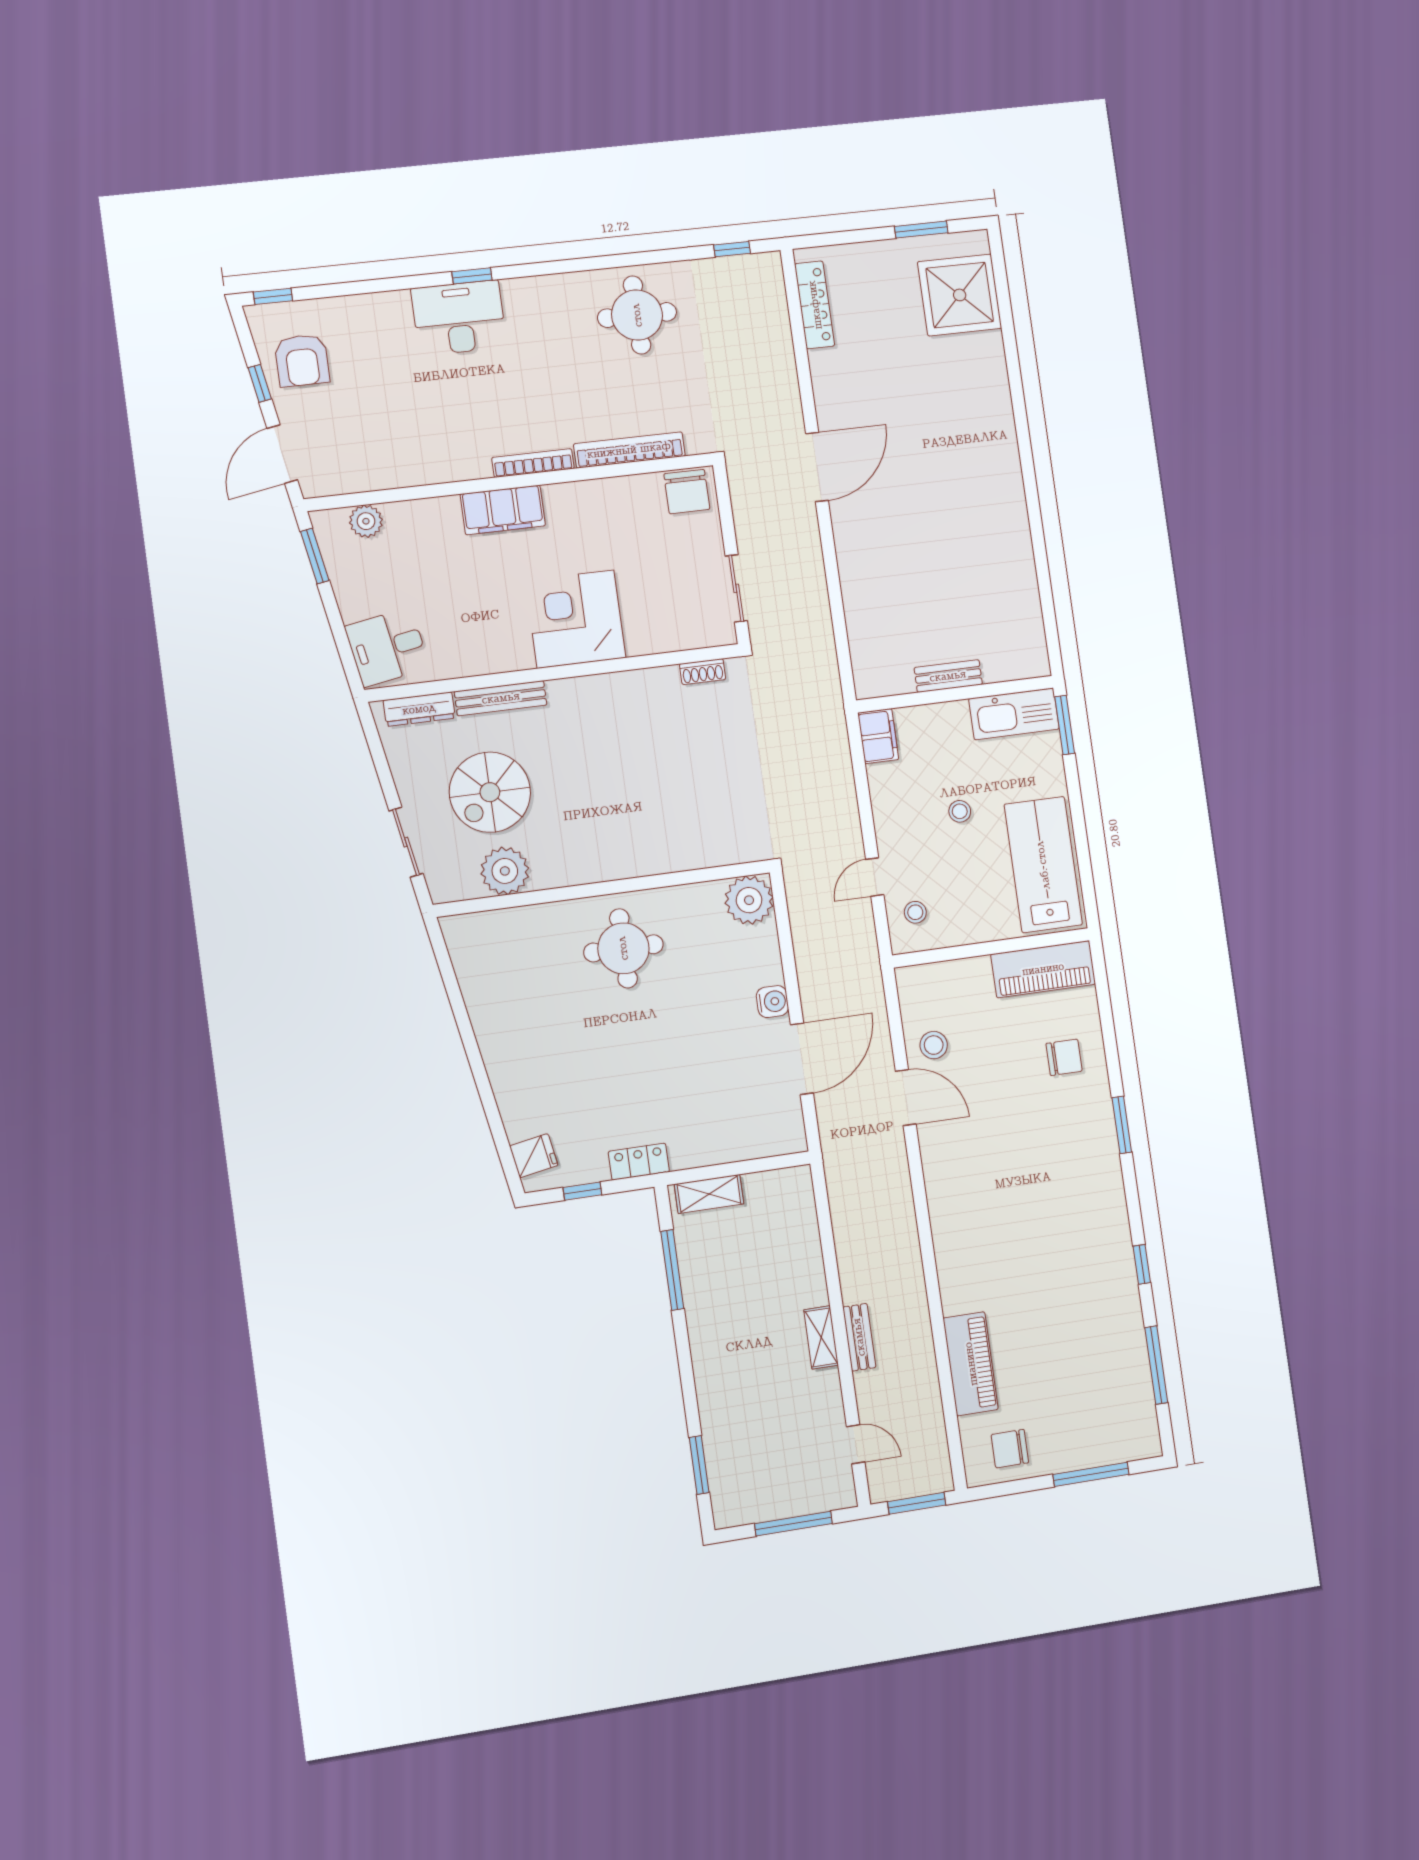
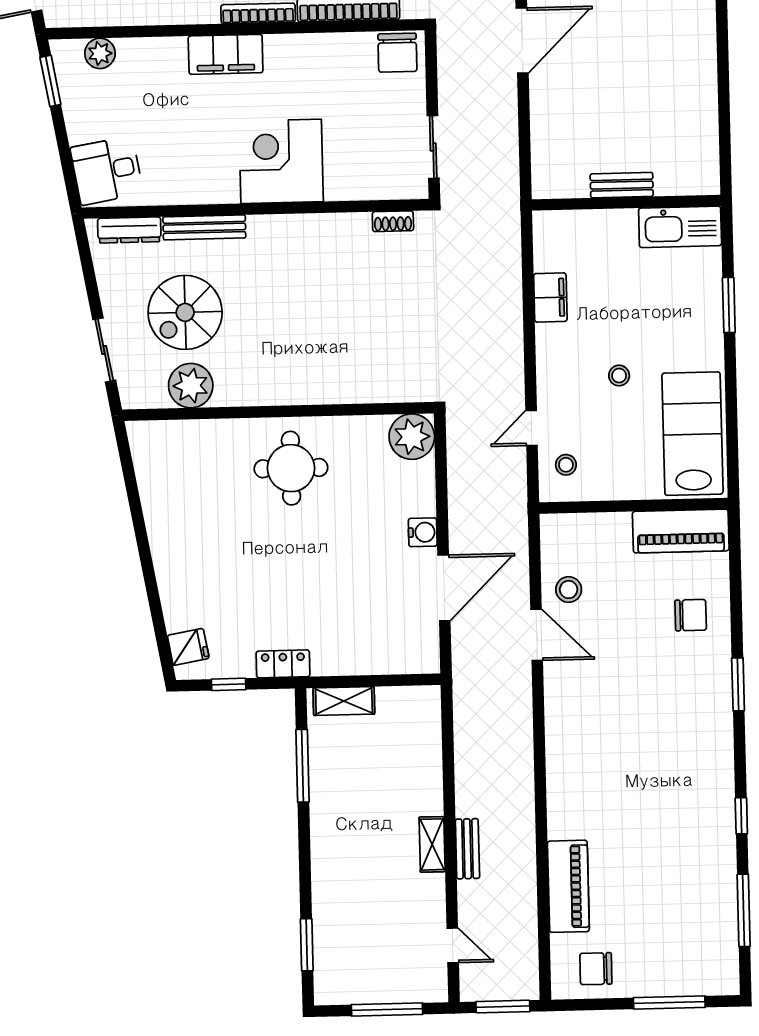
bench: (948, 676) -> (622, 185), moved
wall: (955, 694) -> (626, 203), moved
kitchen sink: (1014, 714) -> (680, 227), moved

